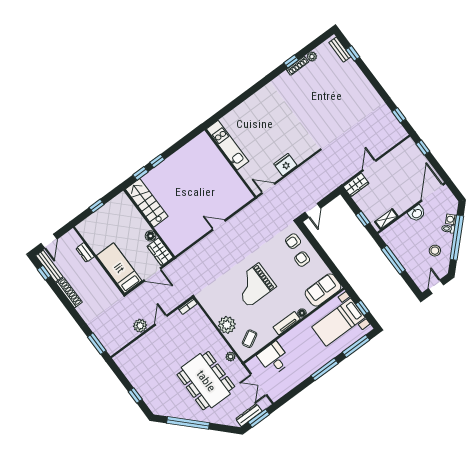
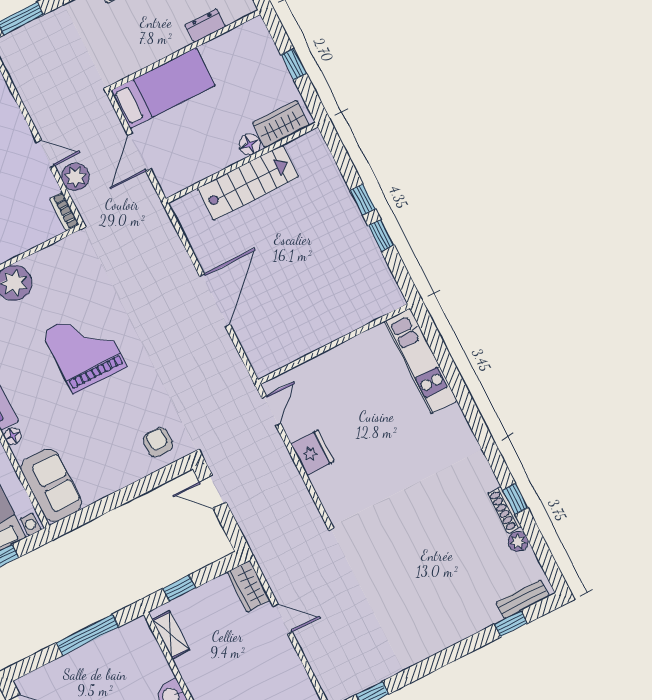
kitchen unit: (228, 145) -> (421, 361), moved, turned 90
window: (140, 173) -> (381, 235), moved
stairs: (147, 203) -> (248, 183), moved
door: (219, 225) -> (215, 300), width x1.88
floor lamp: (151, 236) -> (249, 144), moved
wardrobe: (160, 252) -> (281, 124), moved
armchair: (302, 259) -> (120, 454), removed
plant: (140, 326) -> (75, 177), moved

